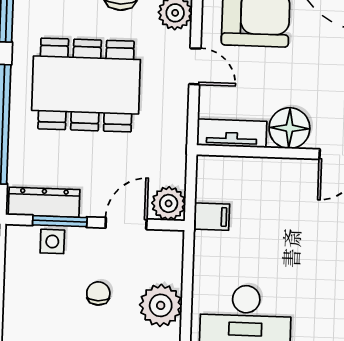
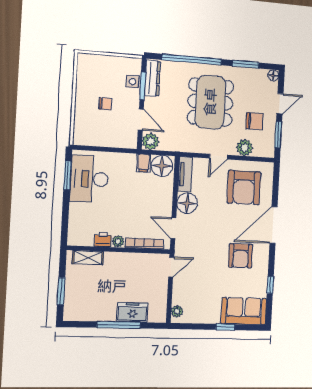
floor lamp: (216, 180) -> (162, 166), added
plant: (161, 305) -> (98, 136), removed

